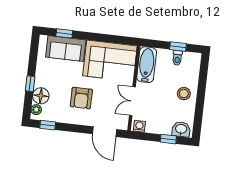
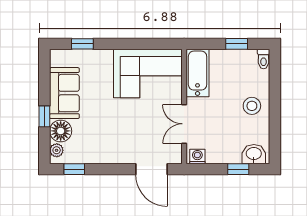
sofa: (66, 49) -> (64, 93), moved, turned -90
toilet: (177, 58) -> (264, 59), moved
armchair: (81, 98) -> (115, 128), removed

